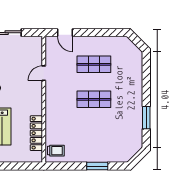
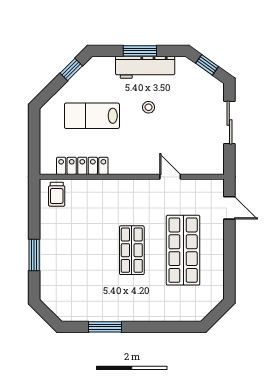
door: (65, 33) -> (229, 208), swing flipped
shop shelf: (94, 64) -> (183, 250), width x1.43, depth x1.36

